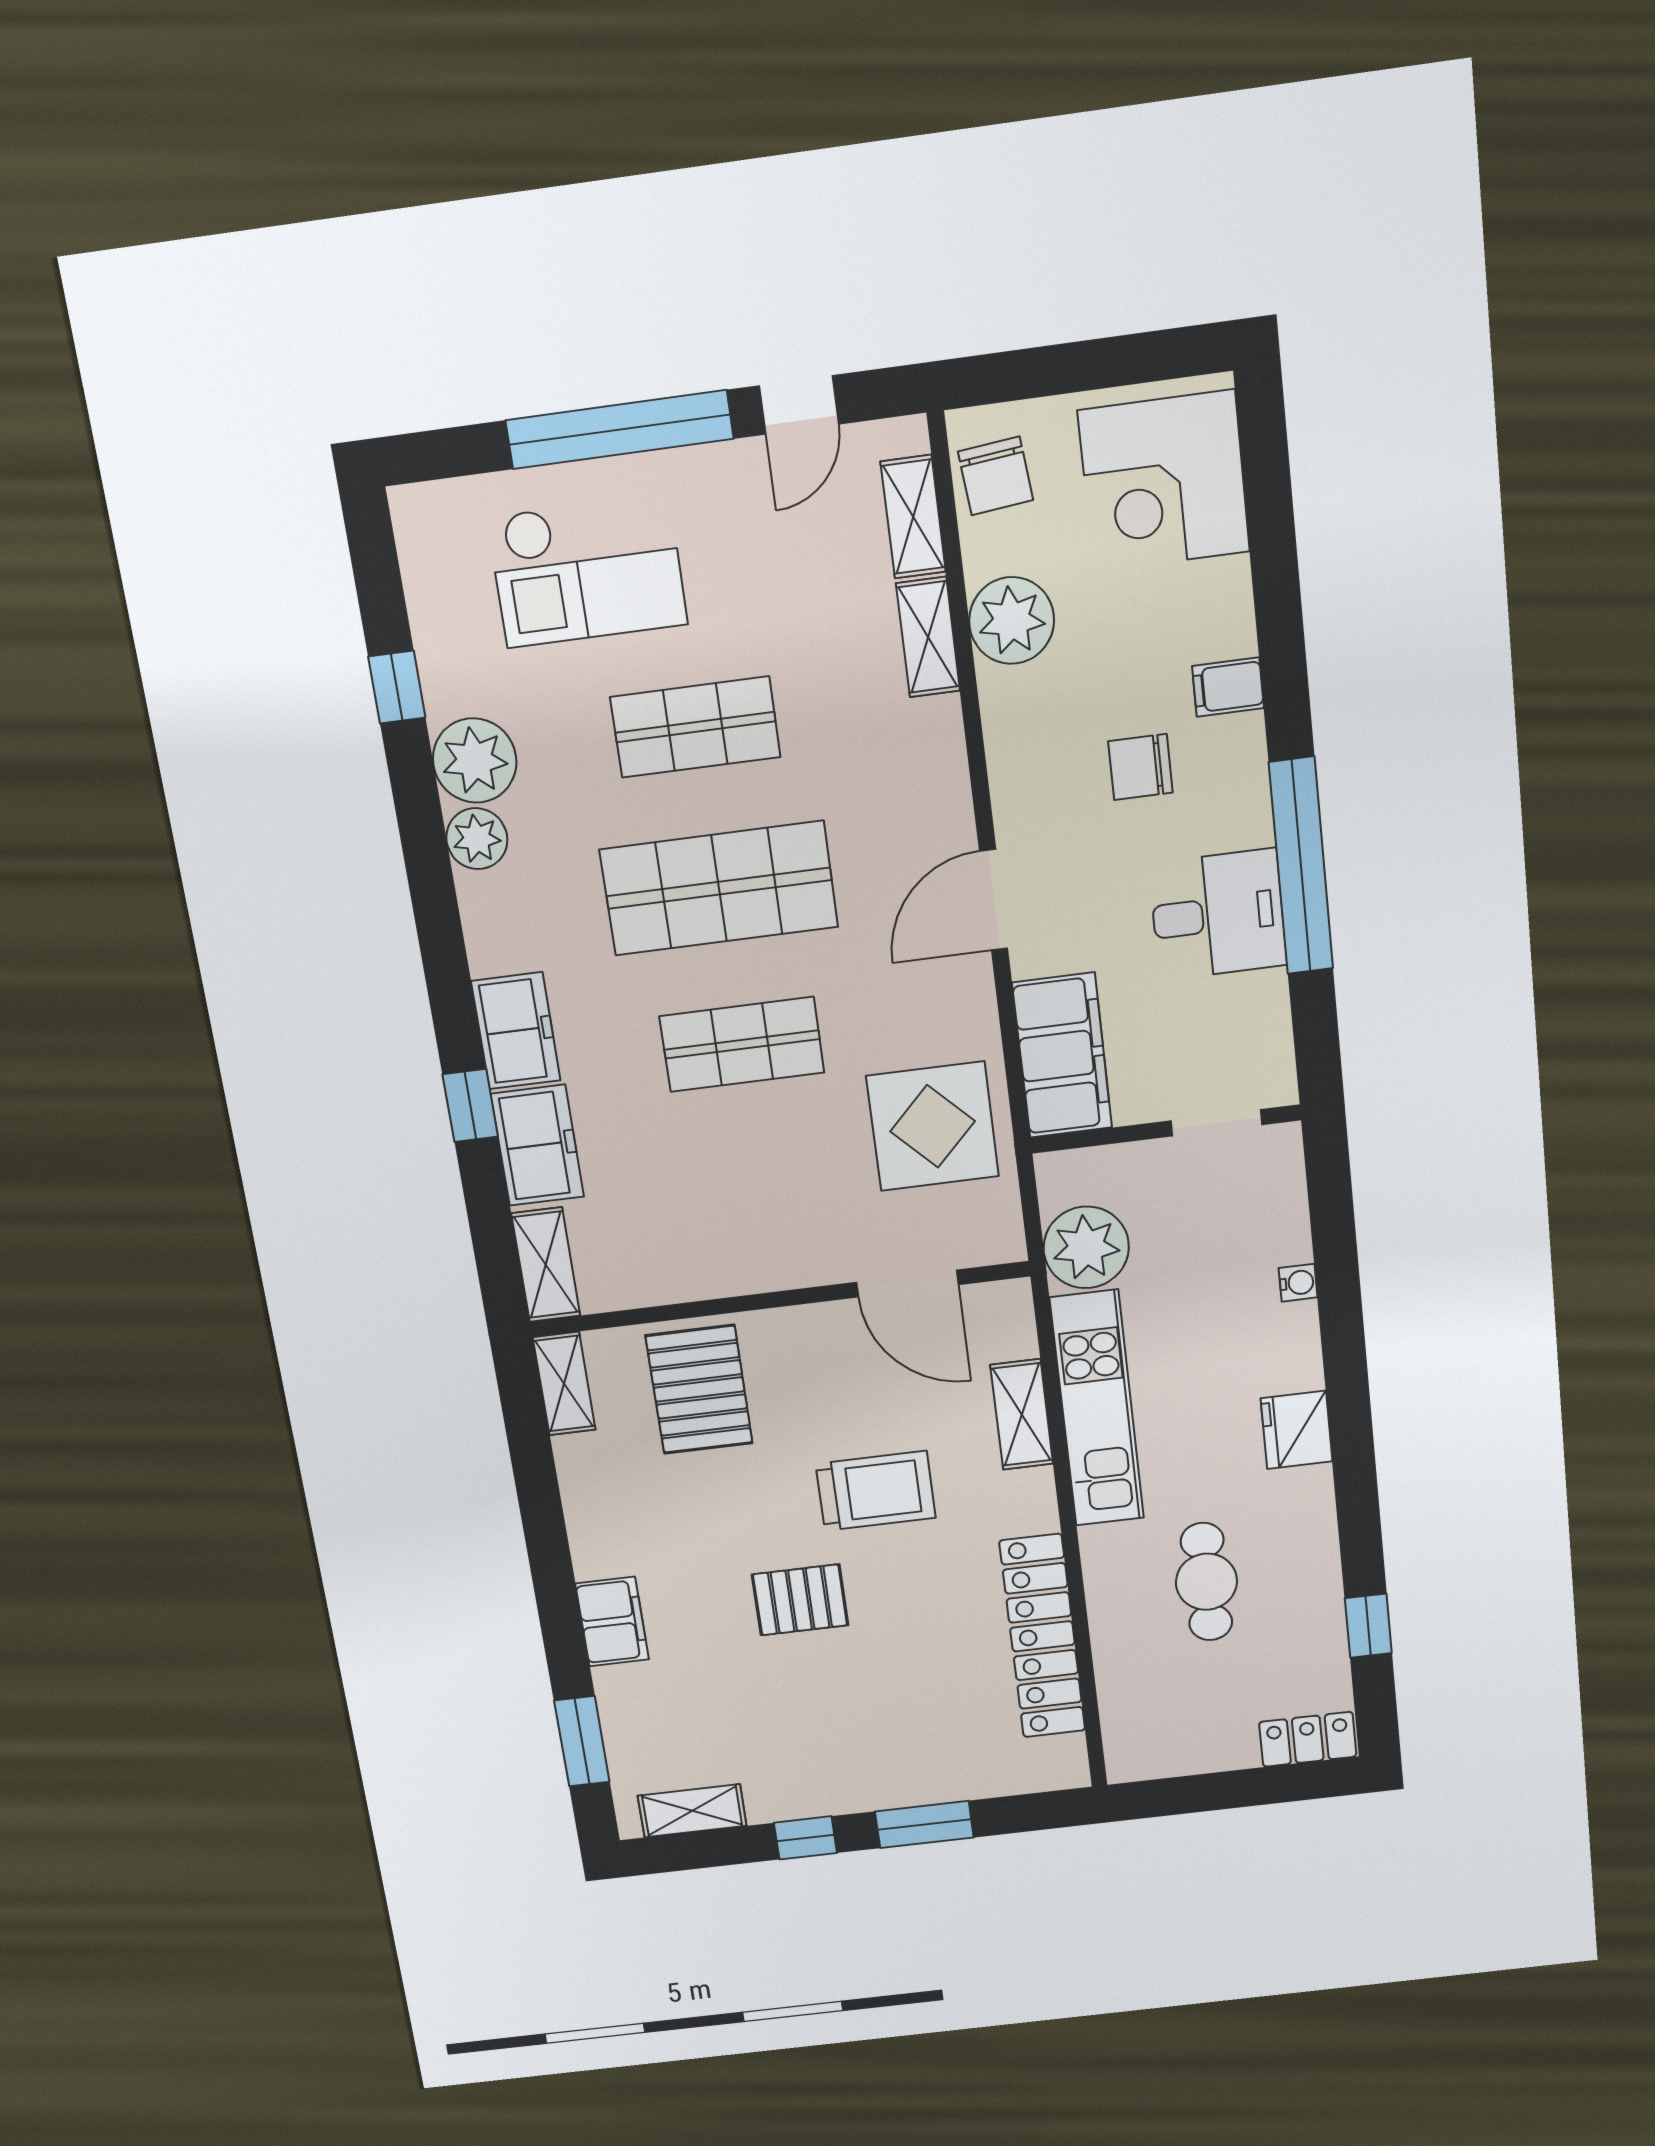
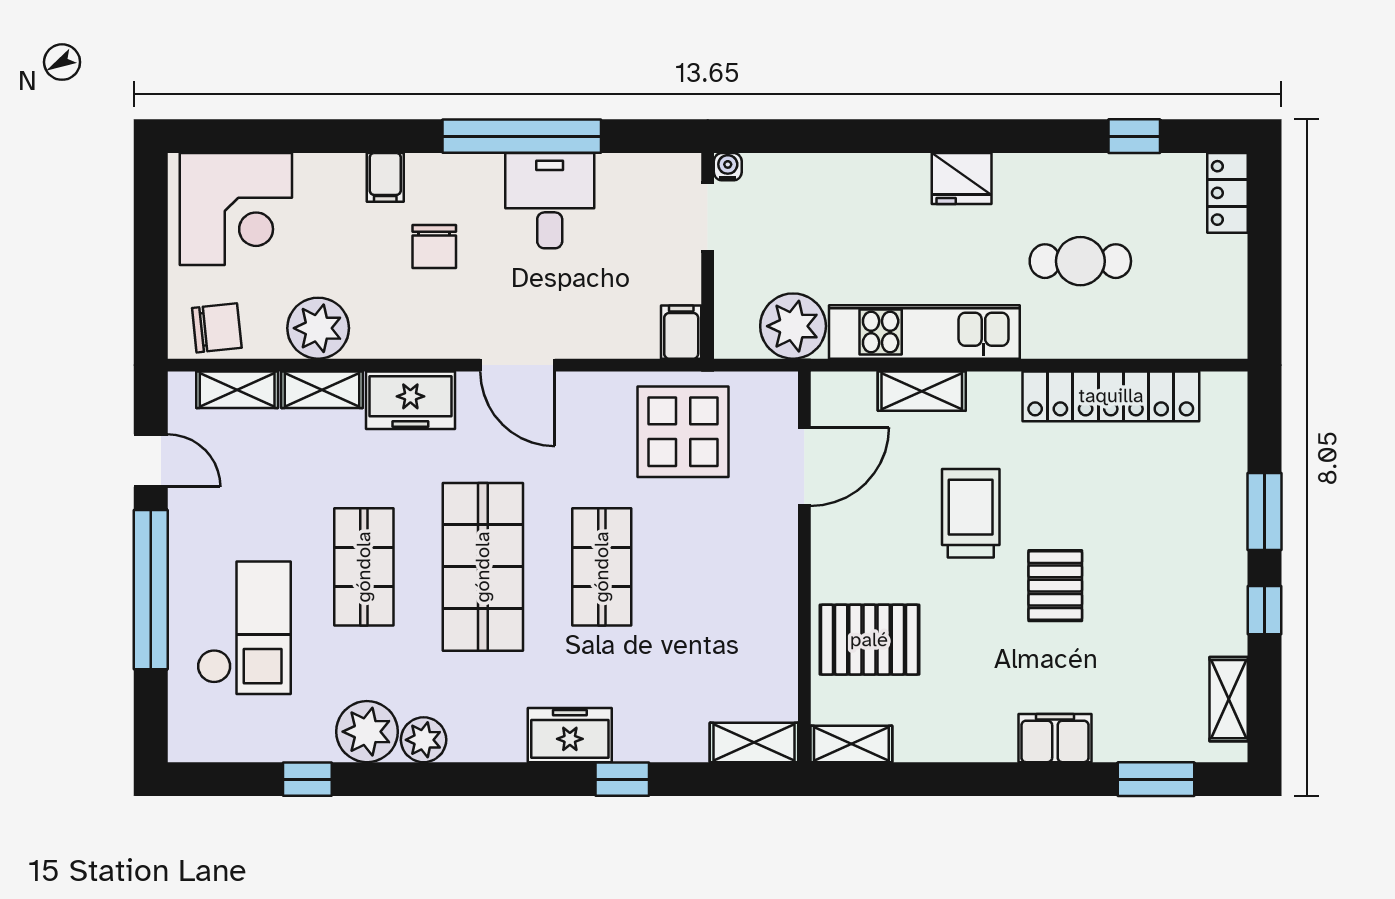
filing cabinet: (1062, 1055) -> (681, 332), width x0.33, depth x0.86
freezer: (537, 1145) -> (410, 400), moved, turned 180
water cooler: (1298, 1283) -> (728, 167), moved

